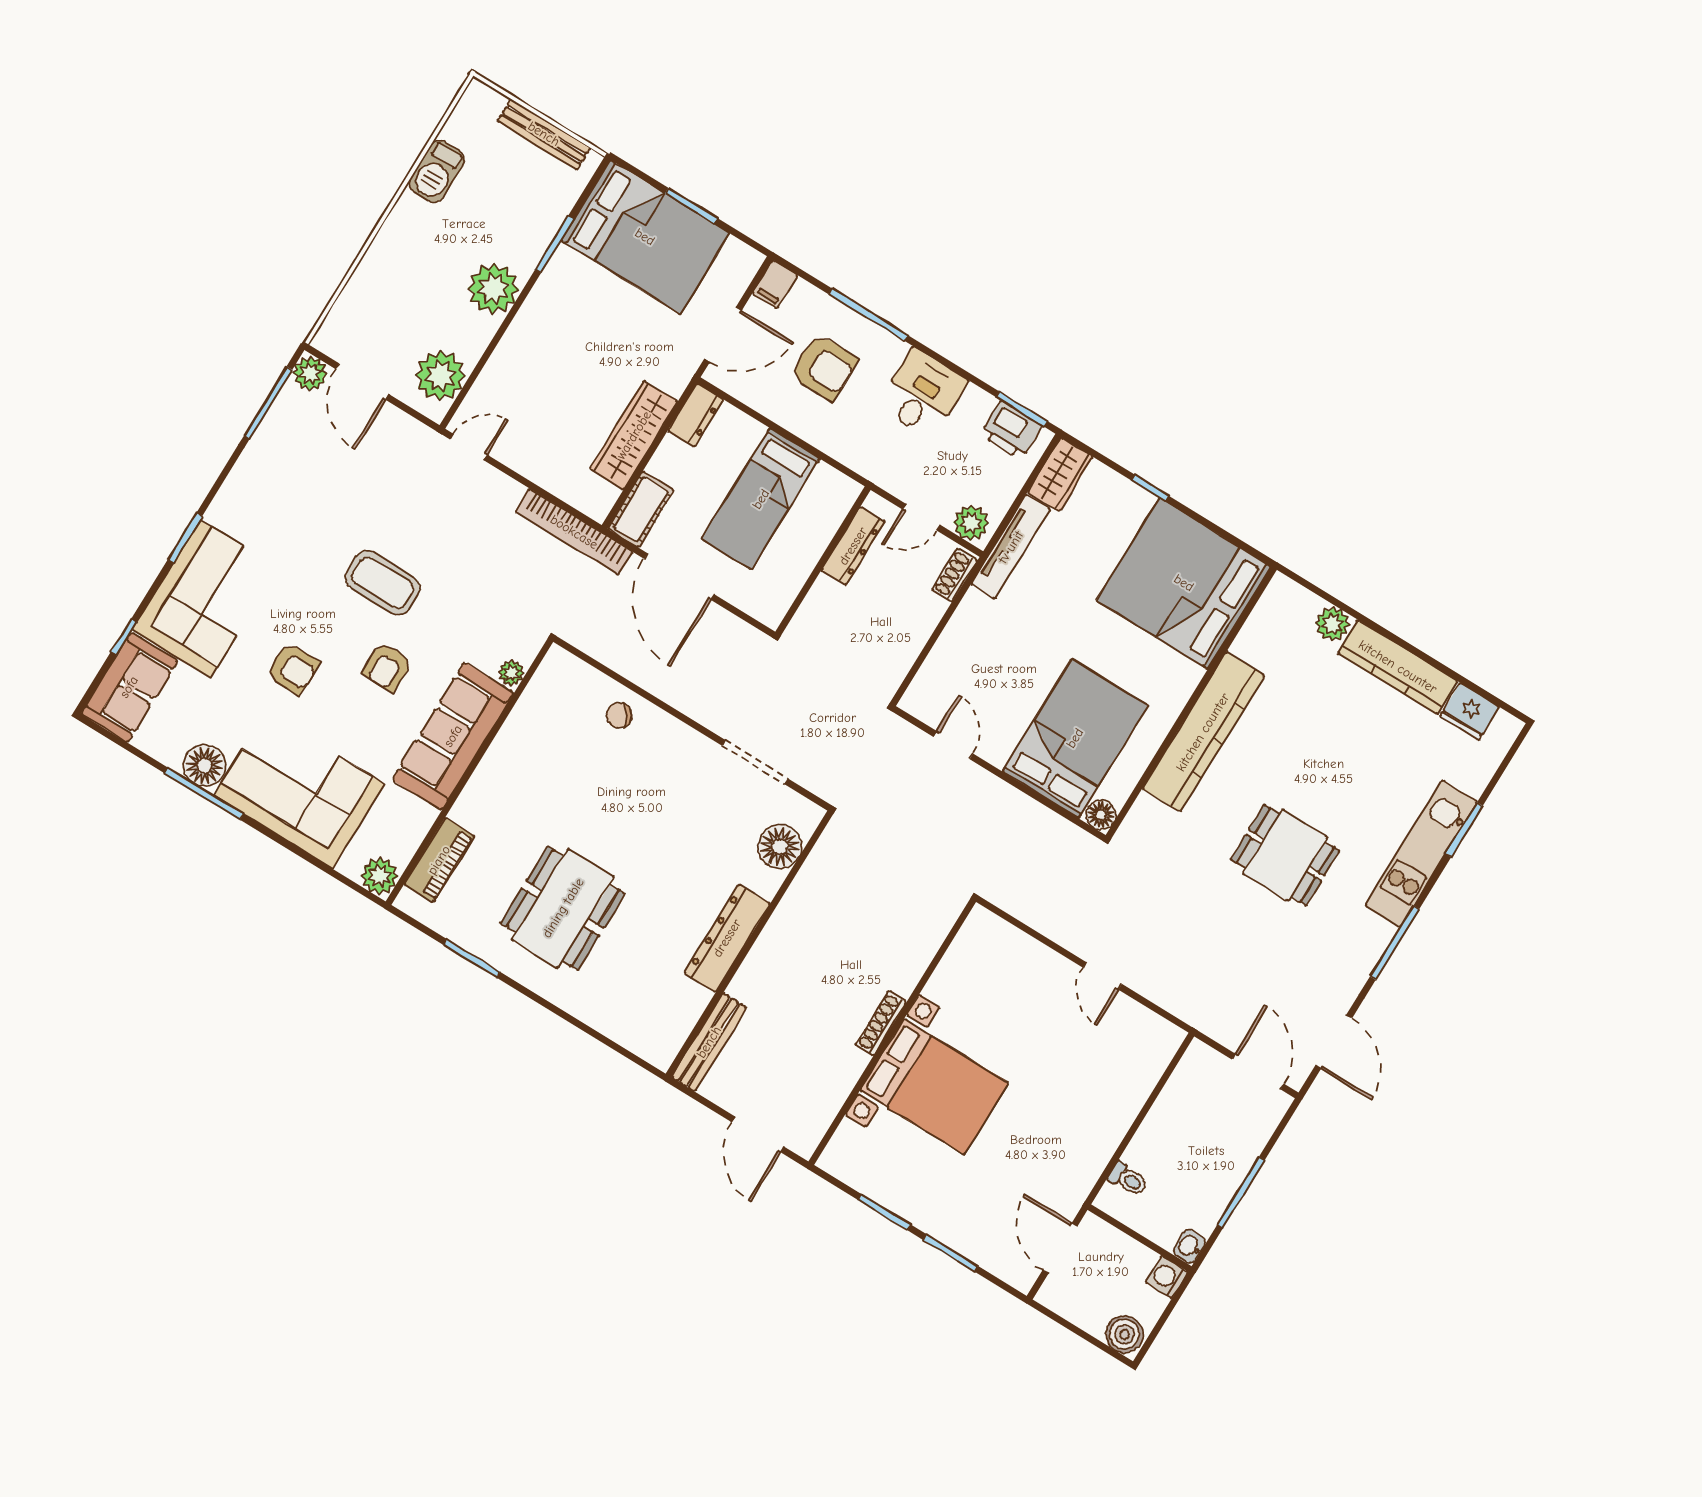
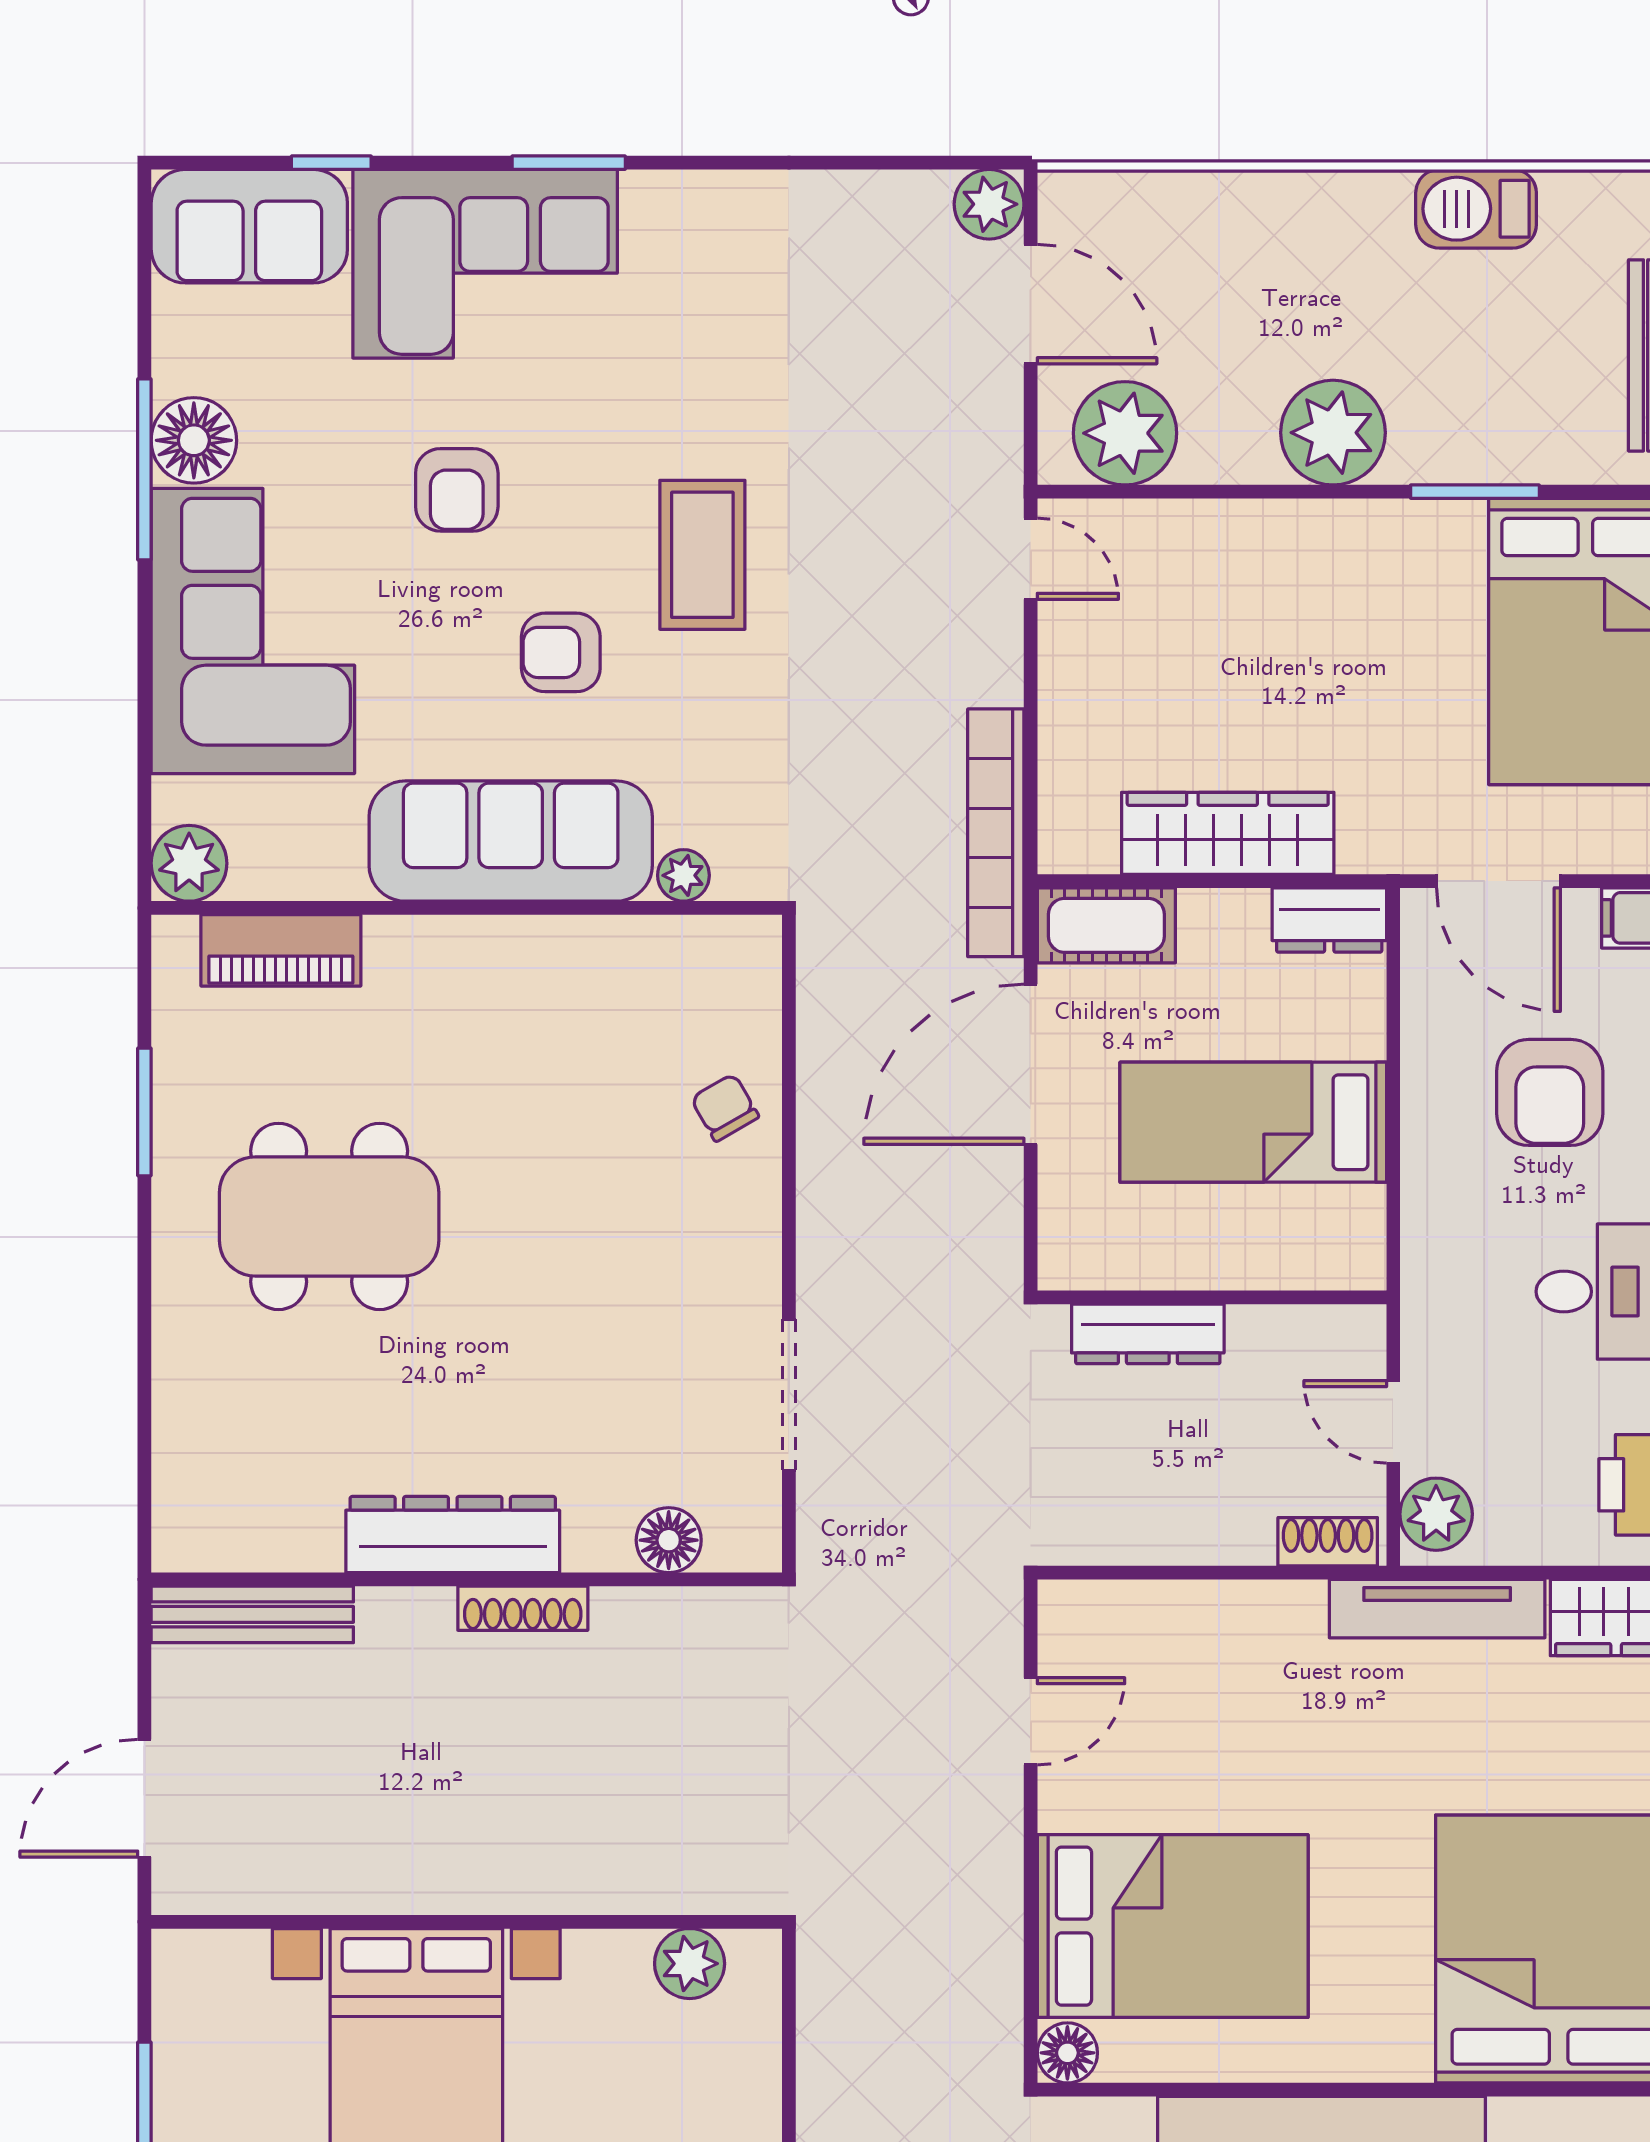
door: (362, 382) -> (1031, 304), swing flipped
window: (268, 403) -> (893, 163), removed
dresser: (853, 546) -> (1148, 1334), moved
floor lamp: (780, 846) -> (669, 1540), width x0.73, depth x0.73
plant: (967, 950) -> (690, 1964), added
shoe rack: (881, 1023) -> (523, 1608), moved, turned 180

